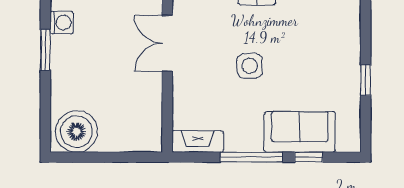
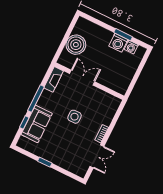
double door: (167, 43) -> (82, 78), moved
washing machine: (66, 51) -> (118, 43), added
boiler: (76, 131) -> (76, 45), moved

